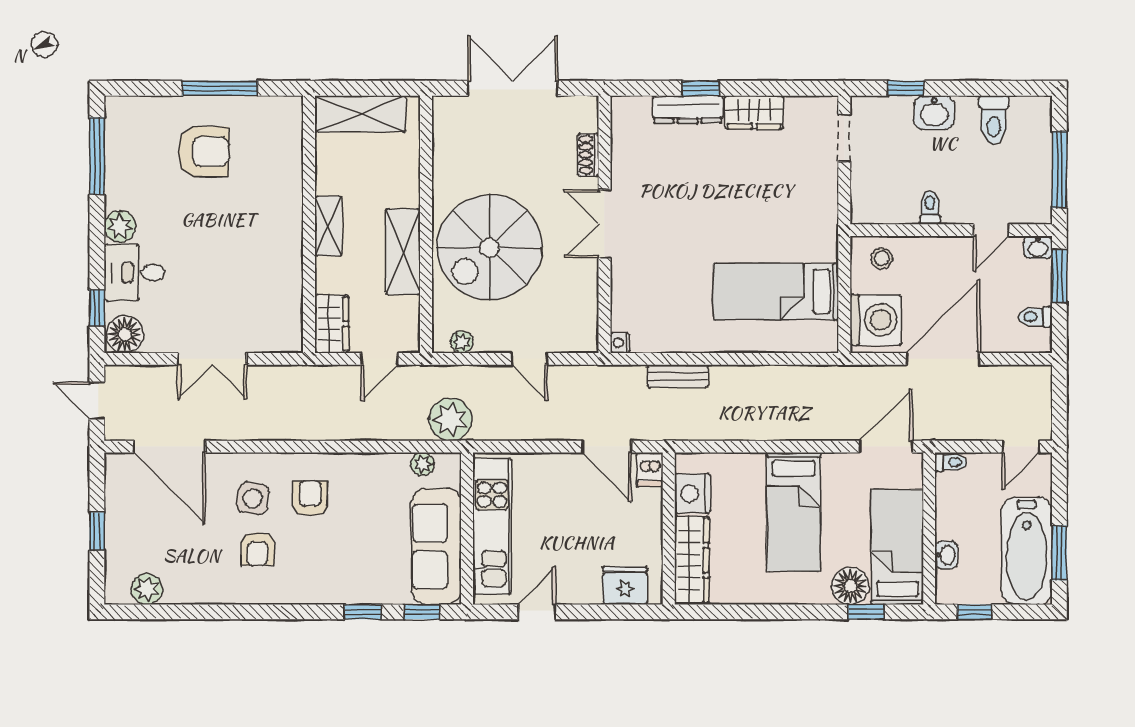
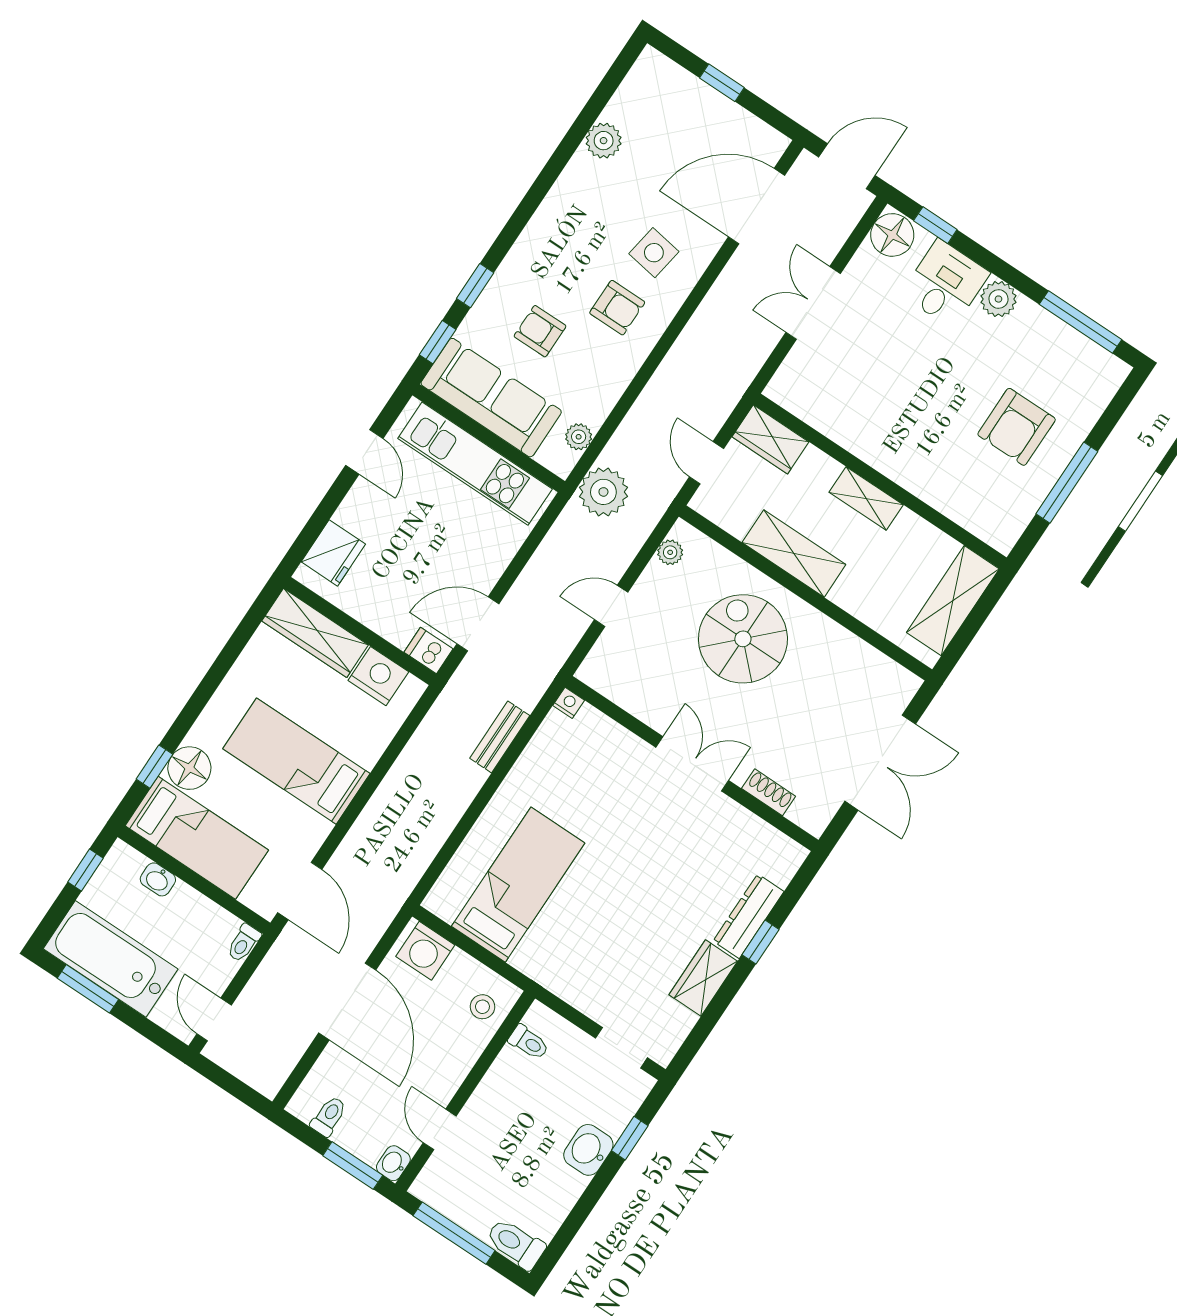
toilet: (994, 120) -> (516, 1244), moved
toilet: (930, 208) -> (529, 1042), moved
spiral stairs: (489, 247) -> (743, 639), width x0.73, depth x0.73
washing machine: (876, 320) -> (425, 951), width x0.73, depth x0.73
door: (97, 400) -> (847, 166), width x1.38
armchair: (258, 549) -> (540, 331), moved
plant: (147, 589) -> (604, 141), moved

